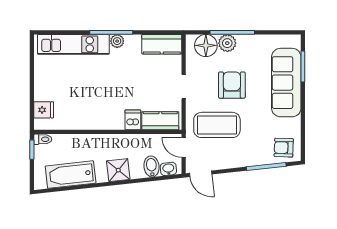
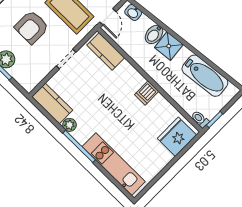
plant: (117, 41) -> (69, 125), moved
floor lamp: (206, 45) -> (23, 72), removed
fridge: (44, 110) -> (177, 137), width x1.88, depth x1.34
dishwasher: (133, 120) -> (147, 93), moved
bidet: (151, 166) -> (154, 34), moved

